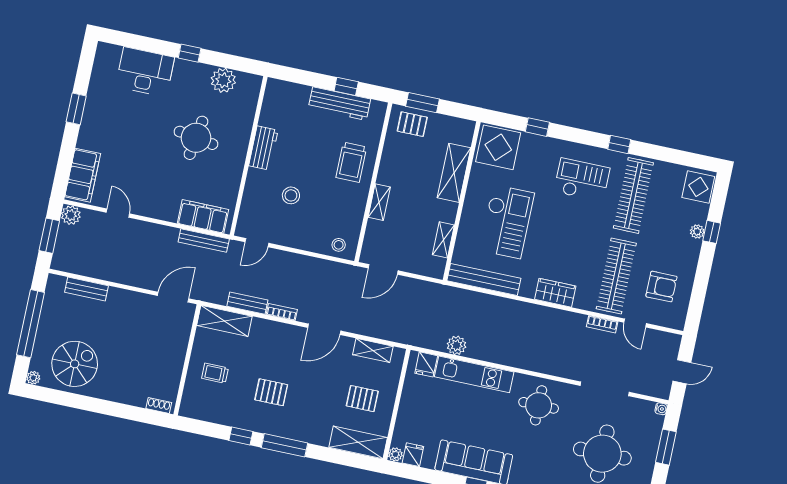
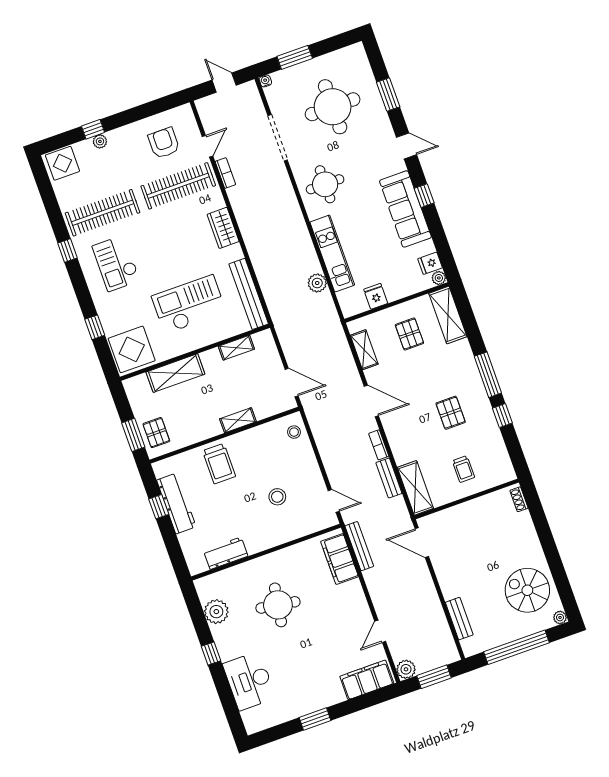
workbench: (263, 148) -> (226, 553), moved
trolley: (351, 162) -> (219, 464), turned 90
fridge: (426, 364) -> (376, 296), moved, turned -90

